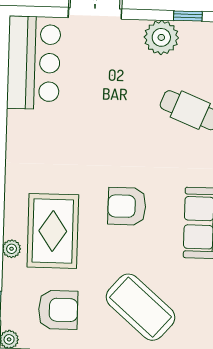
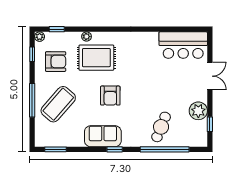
armchair: (127, 206) -> (110, 96), turned 180
armchair: (58, 310) -> (56, 62), turned -90

